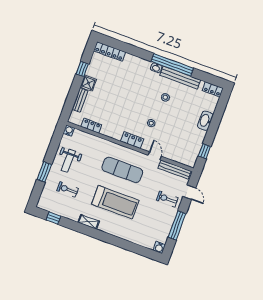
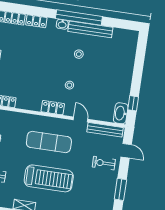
locker: (213, 89) -> (36, 21), moved
washbasin: (205, 121) -> (121, 113), moved
window: (177, 225) -> (120, 189), width x0.69

